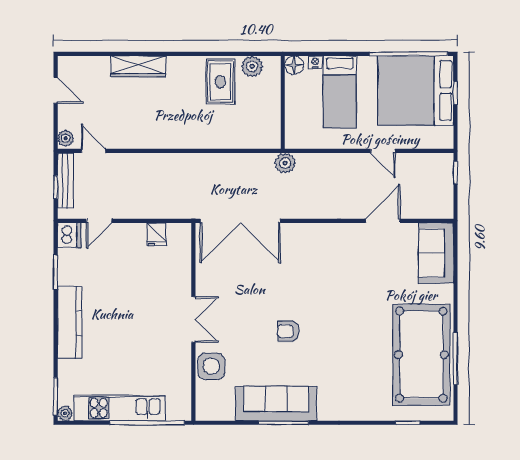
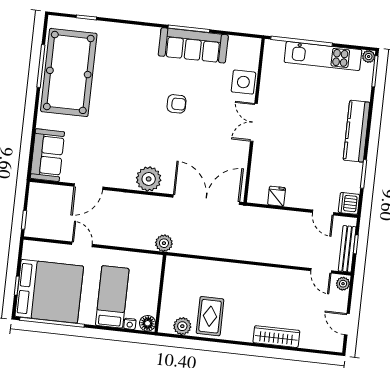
door: (99, 221) -> (323, 212), swing flipped
plant: (312, 238) -> (149, 179), added

